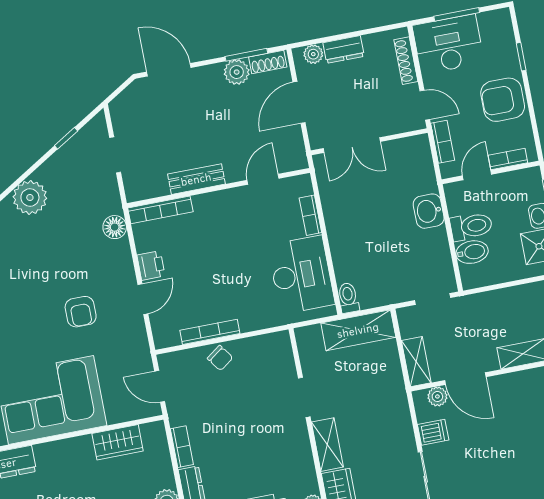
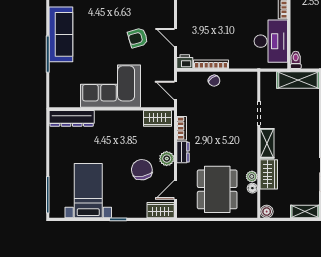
printer: (151, 265) -> (185, 62), moved, turned -90
door: (143, 299) -> (176, 38), swing flipped
armchair: (81, 312) -> (138, 38), turned 74
wardrobe: (118, 442) -> (157, 118), moved

